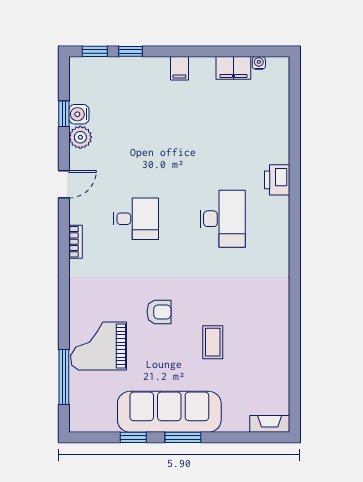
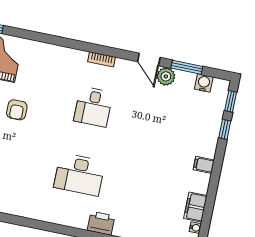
window: (64, 114) -> (187, 67), width x1.50
water cooler: (79, 114) -> (204, 83), moved
door: (64, 184) -> (149, 60), moved
bookcase: (76, 242) -> (102, 59), moved

